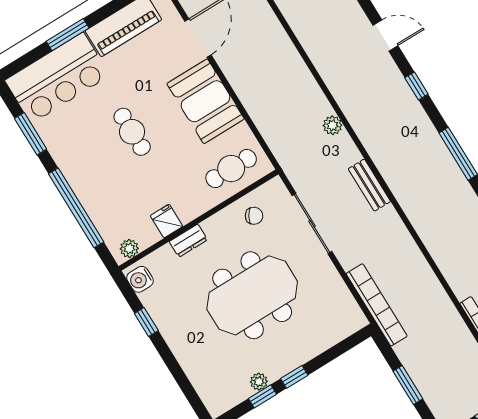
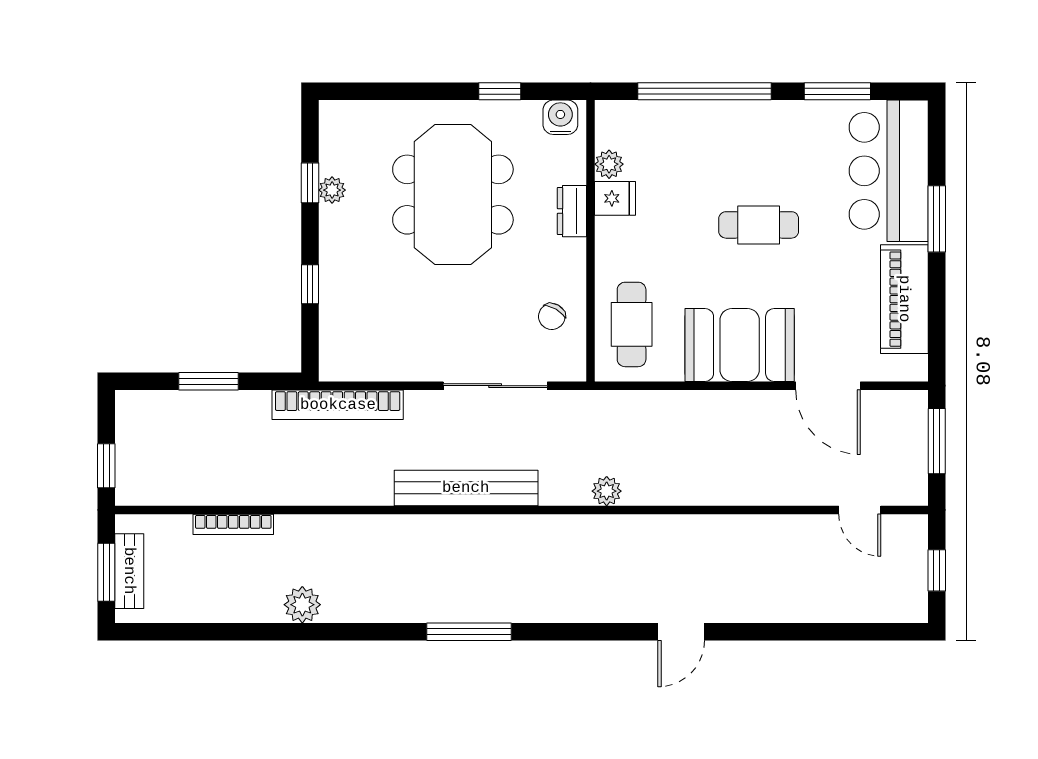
window: (416, 86) -> (591, 632), removed
bench: (369, 185) -> (466, 488), width x1.86, depth x1.21
plant: (129, 249) -> (609, 164), moved
meeting table: (252, 295) -> (453, 195), moved
window: (294, 377) -> (310, 284), moved

